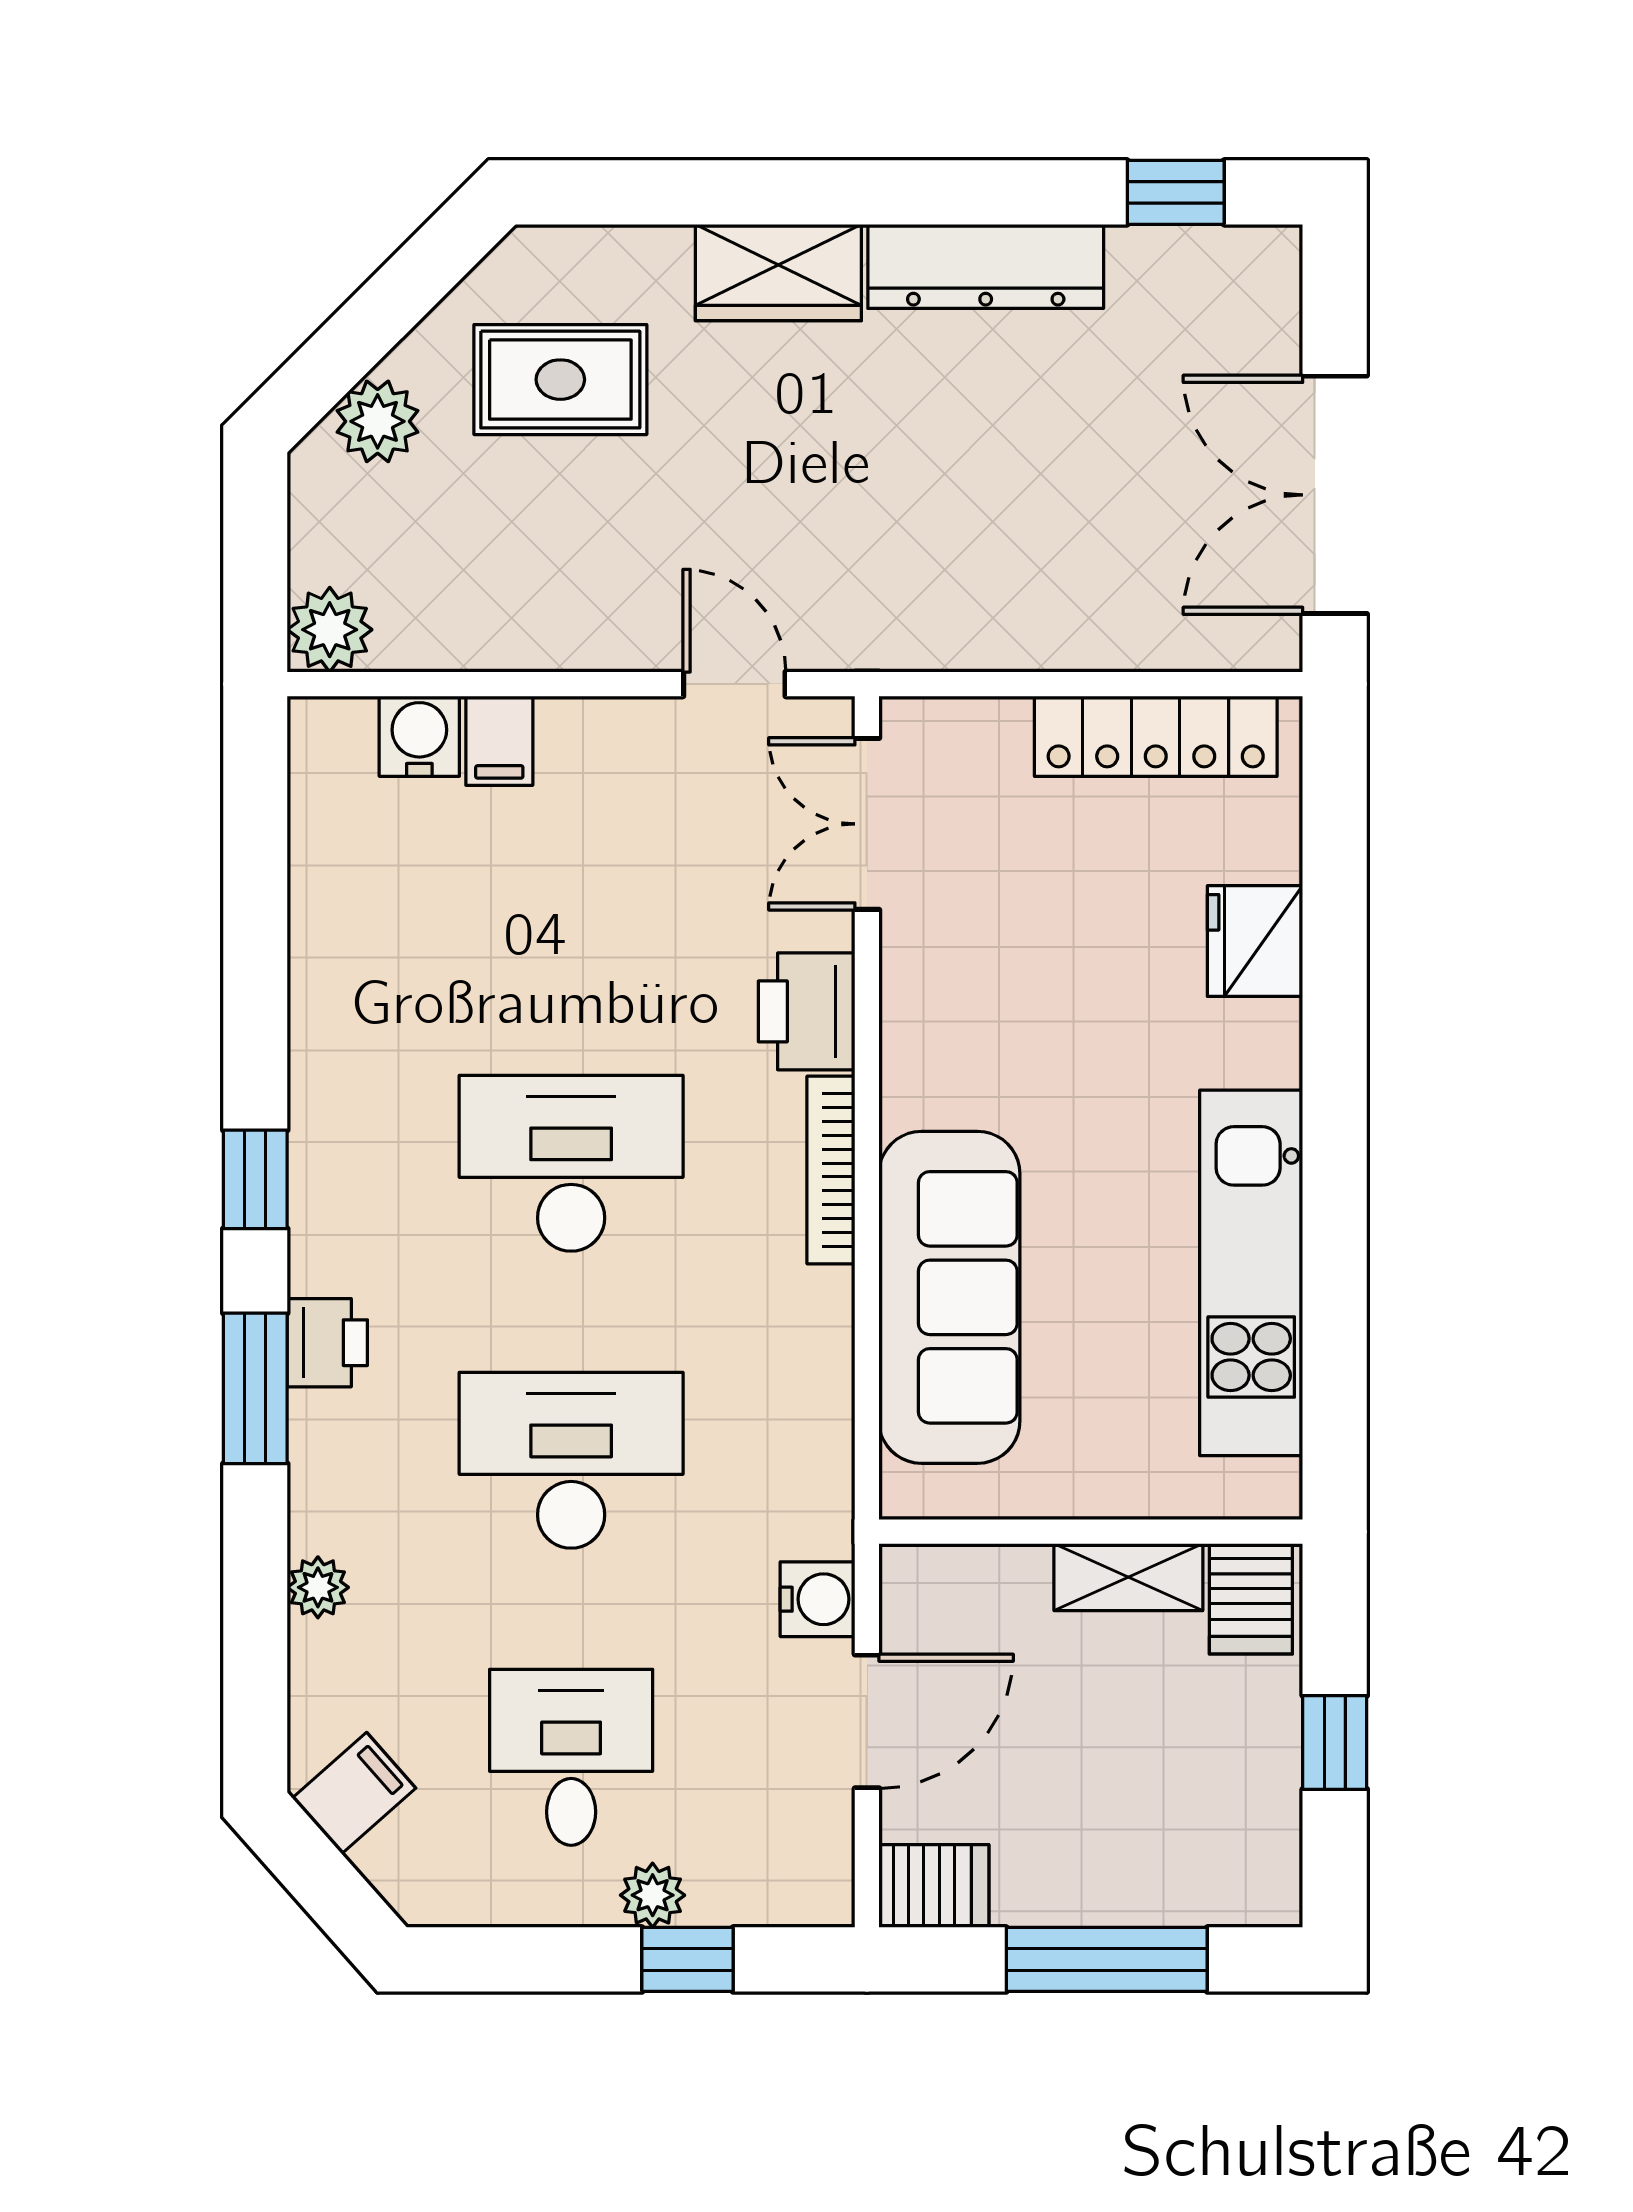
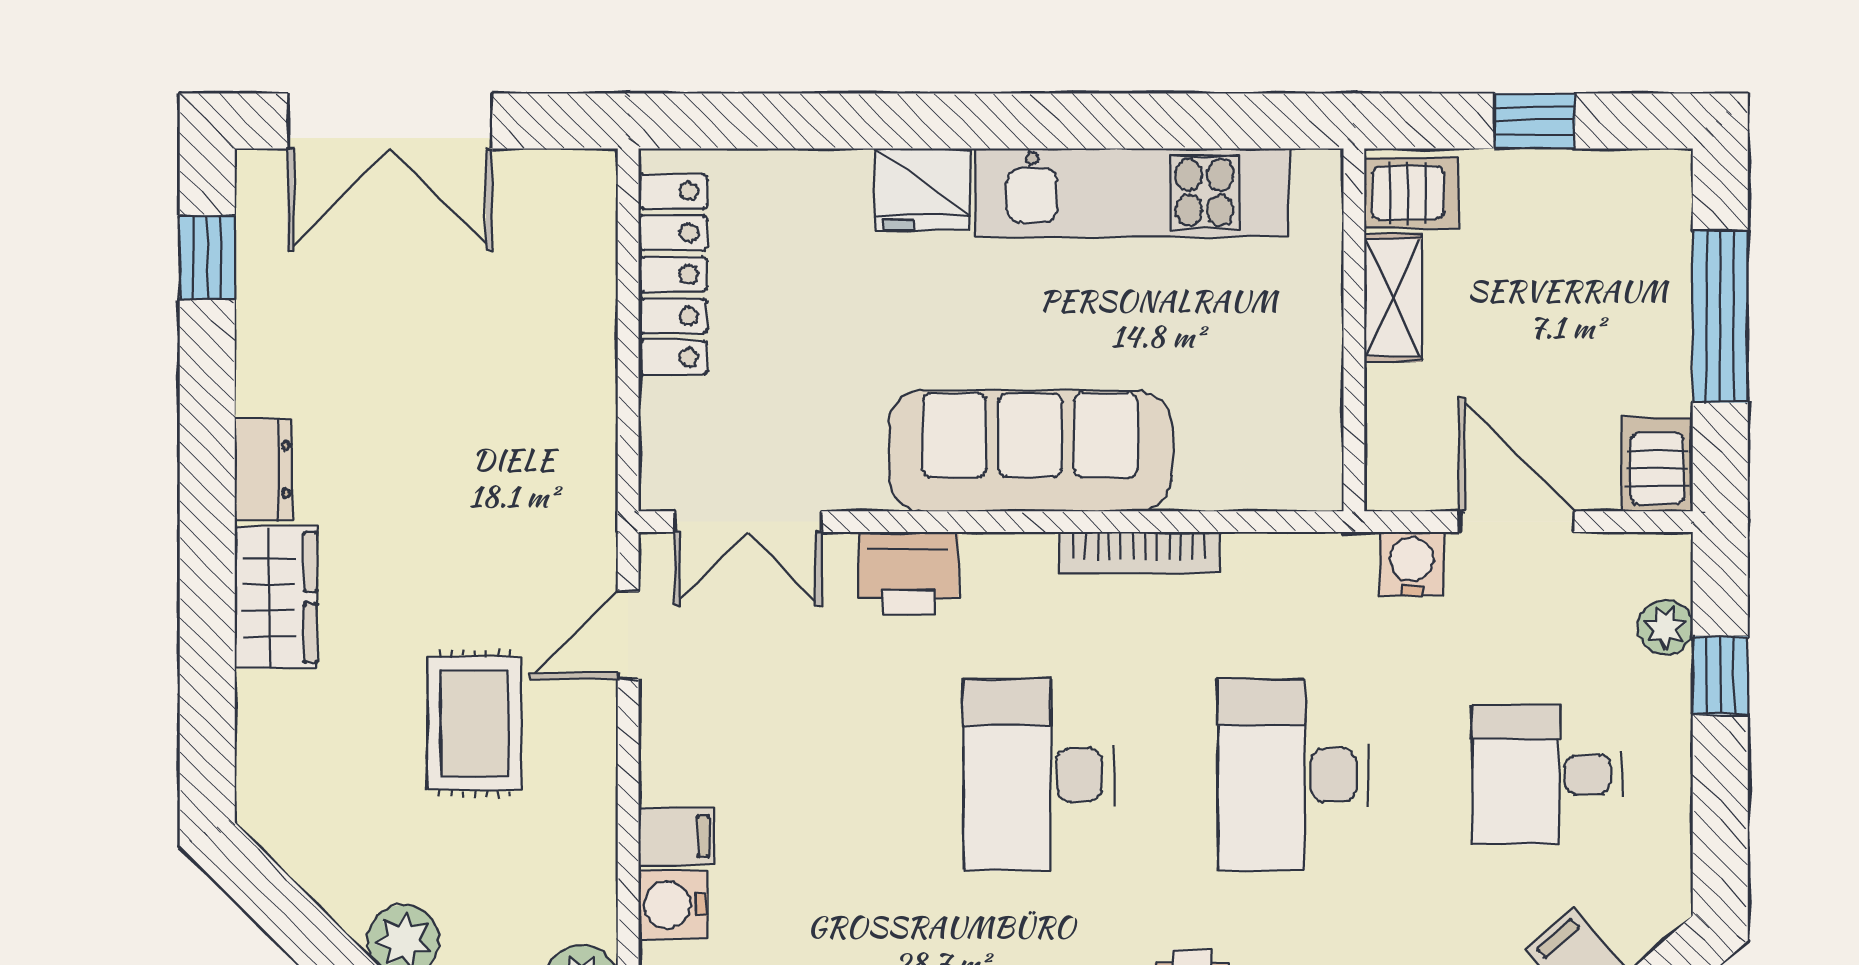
dresser: (986, 266) -> (263, 469), width x0.51, depth x0.80
rug: (560, 380) -> (475, 723), moved
double door: (1335, 495) -> (390, 121), moved
fridge: (1255, 941) -> (923, 189), moved
bookcase: (831, 1170) -> (1139, 552), moved
sofa: (949, 1297) -> (1030, 451), moved
plant: (653, 1895) -> (1665, 627), moved

